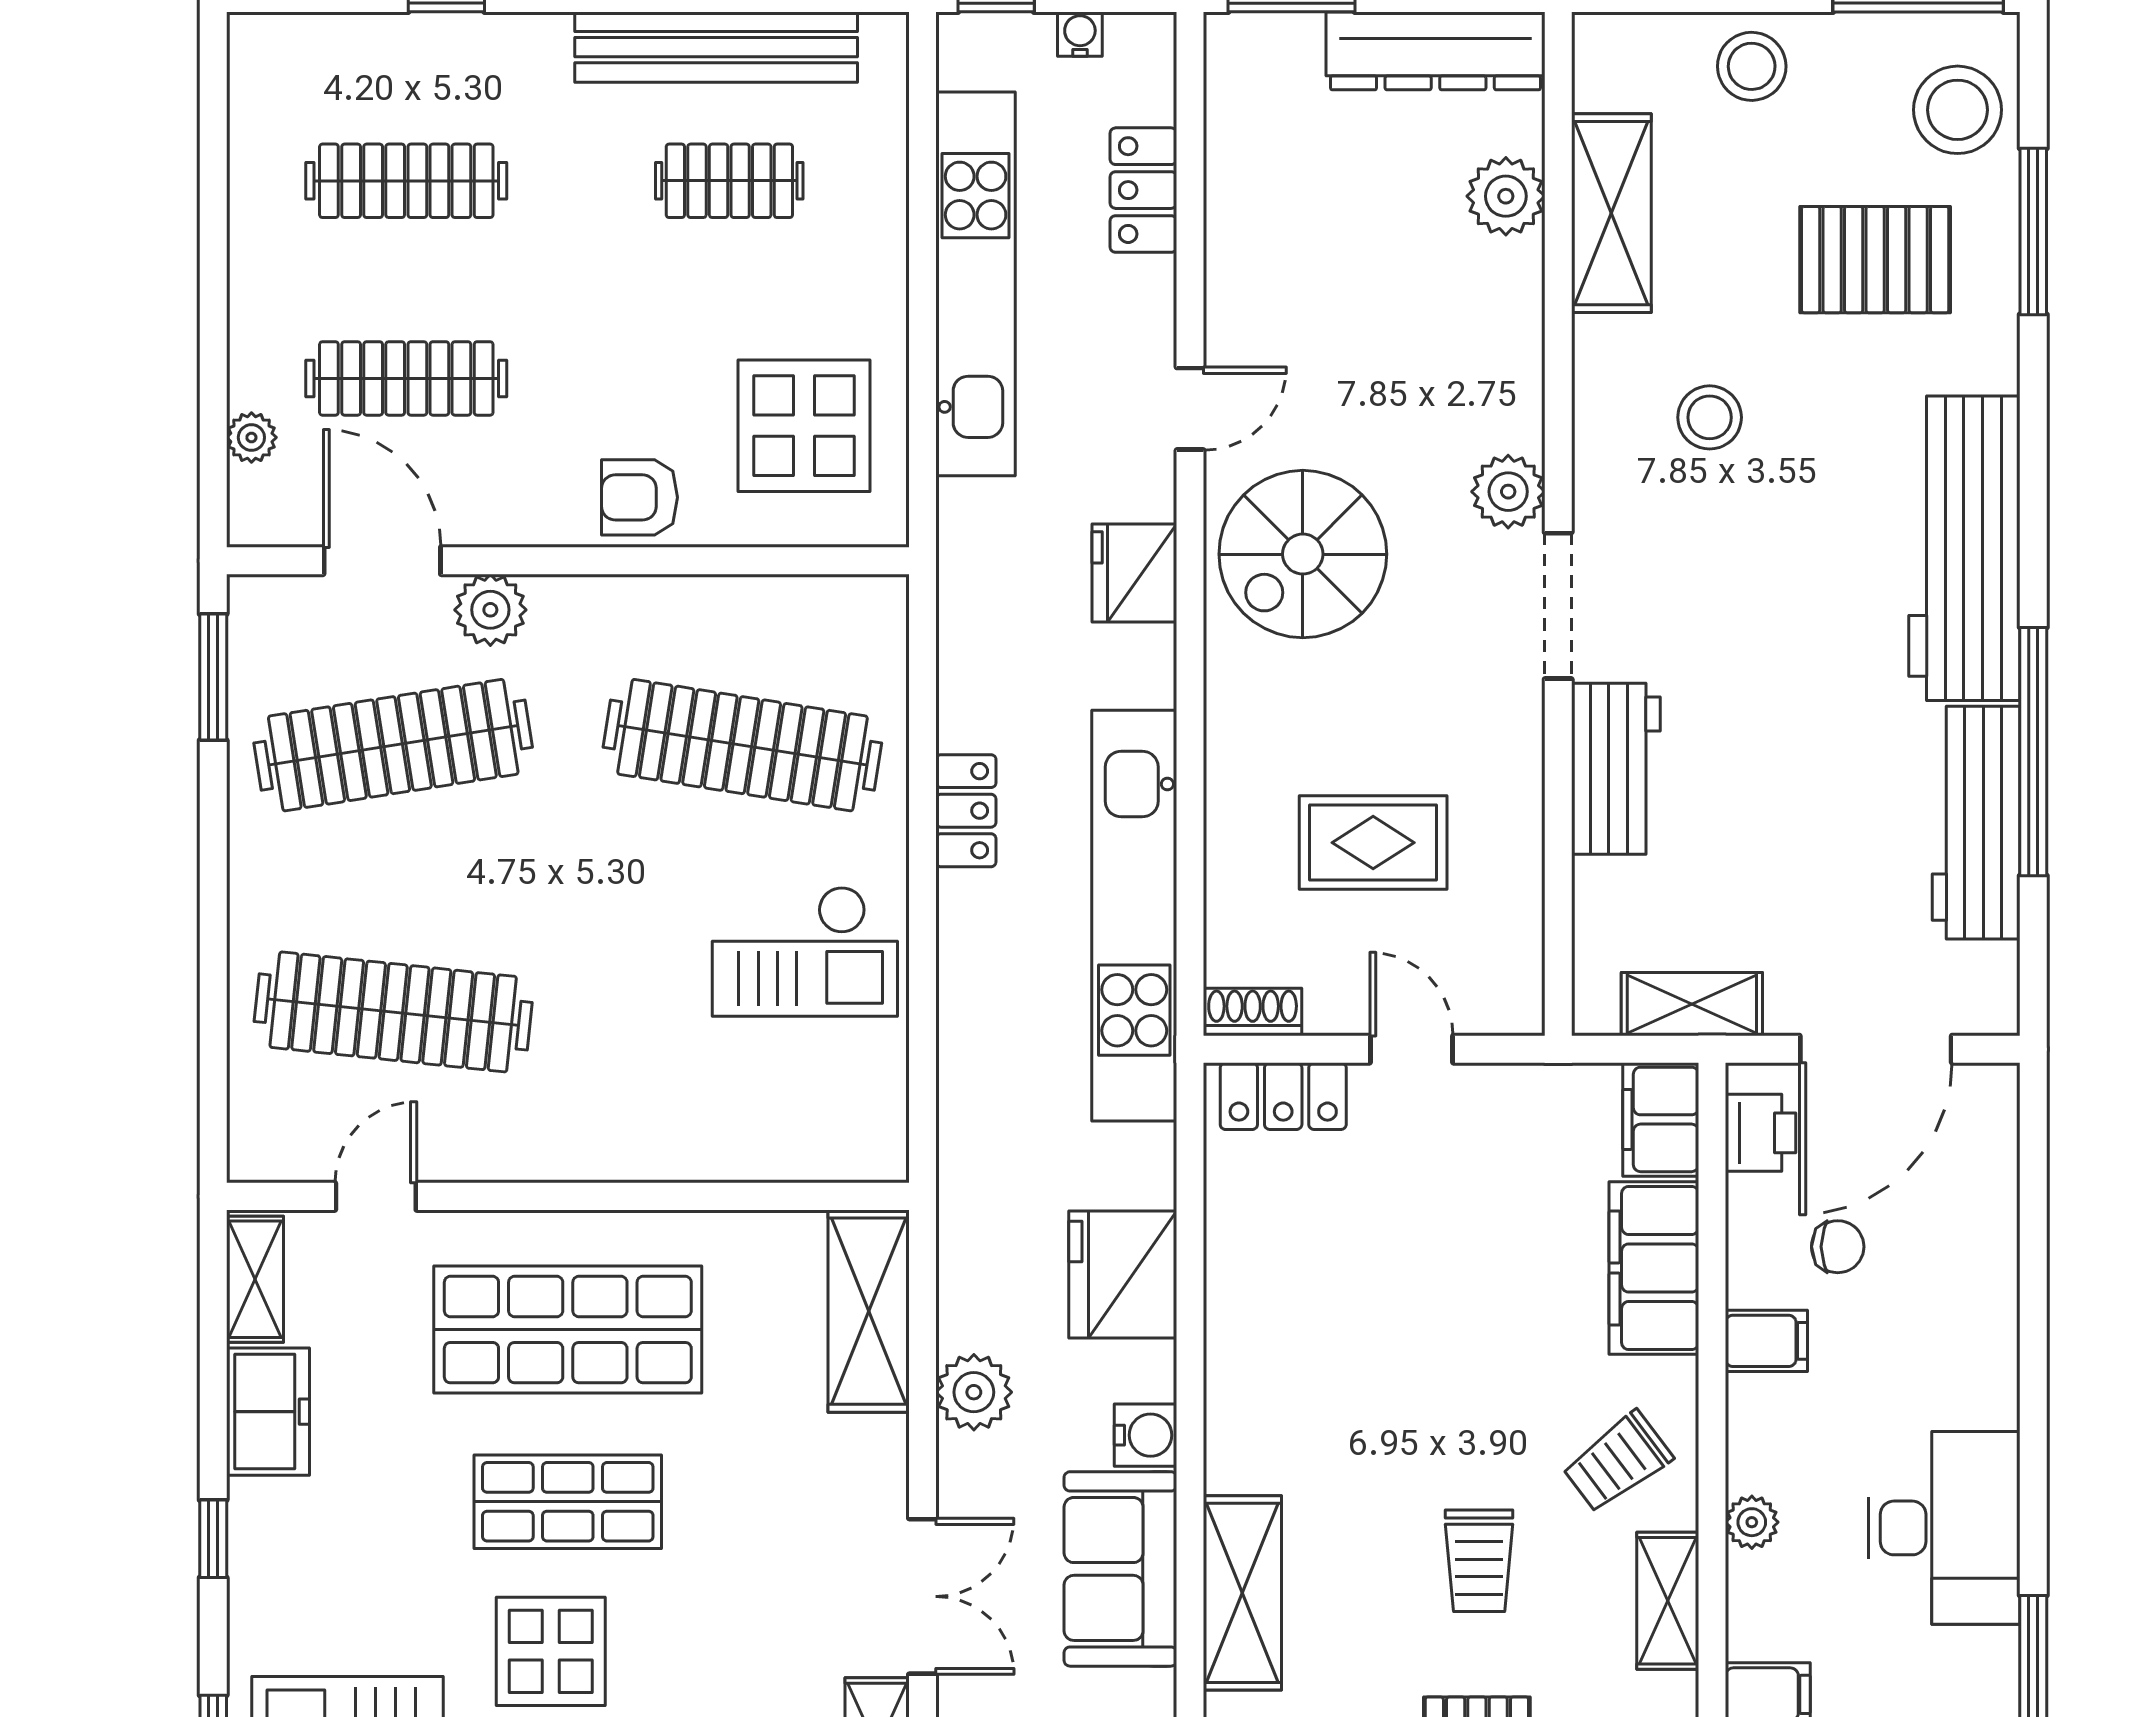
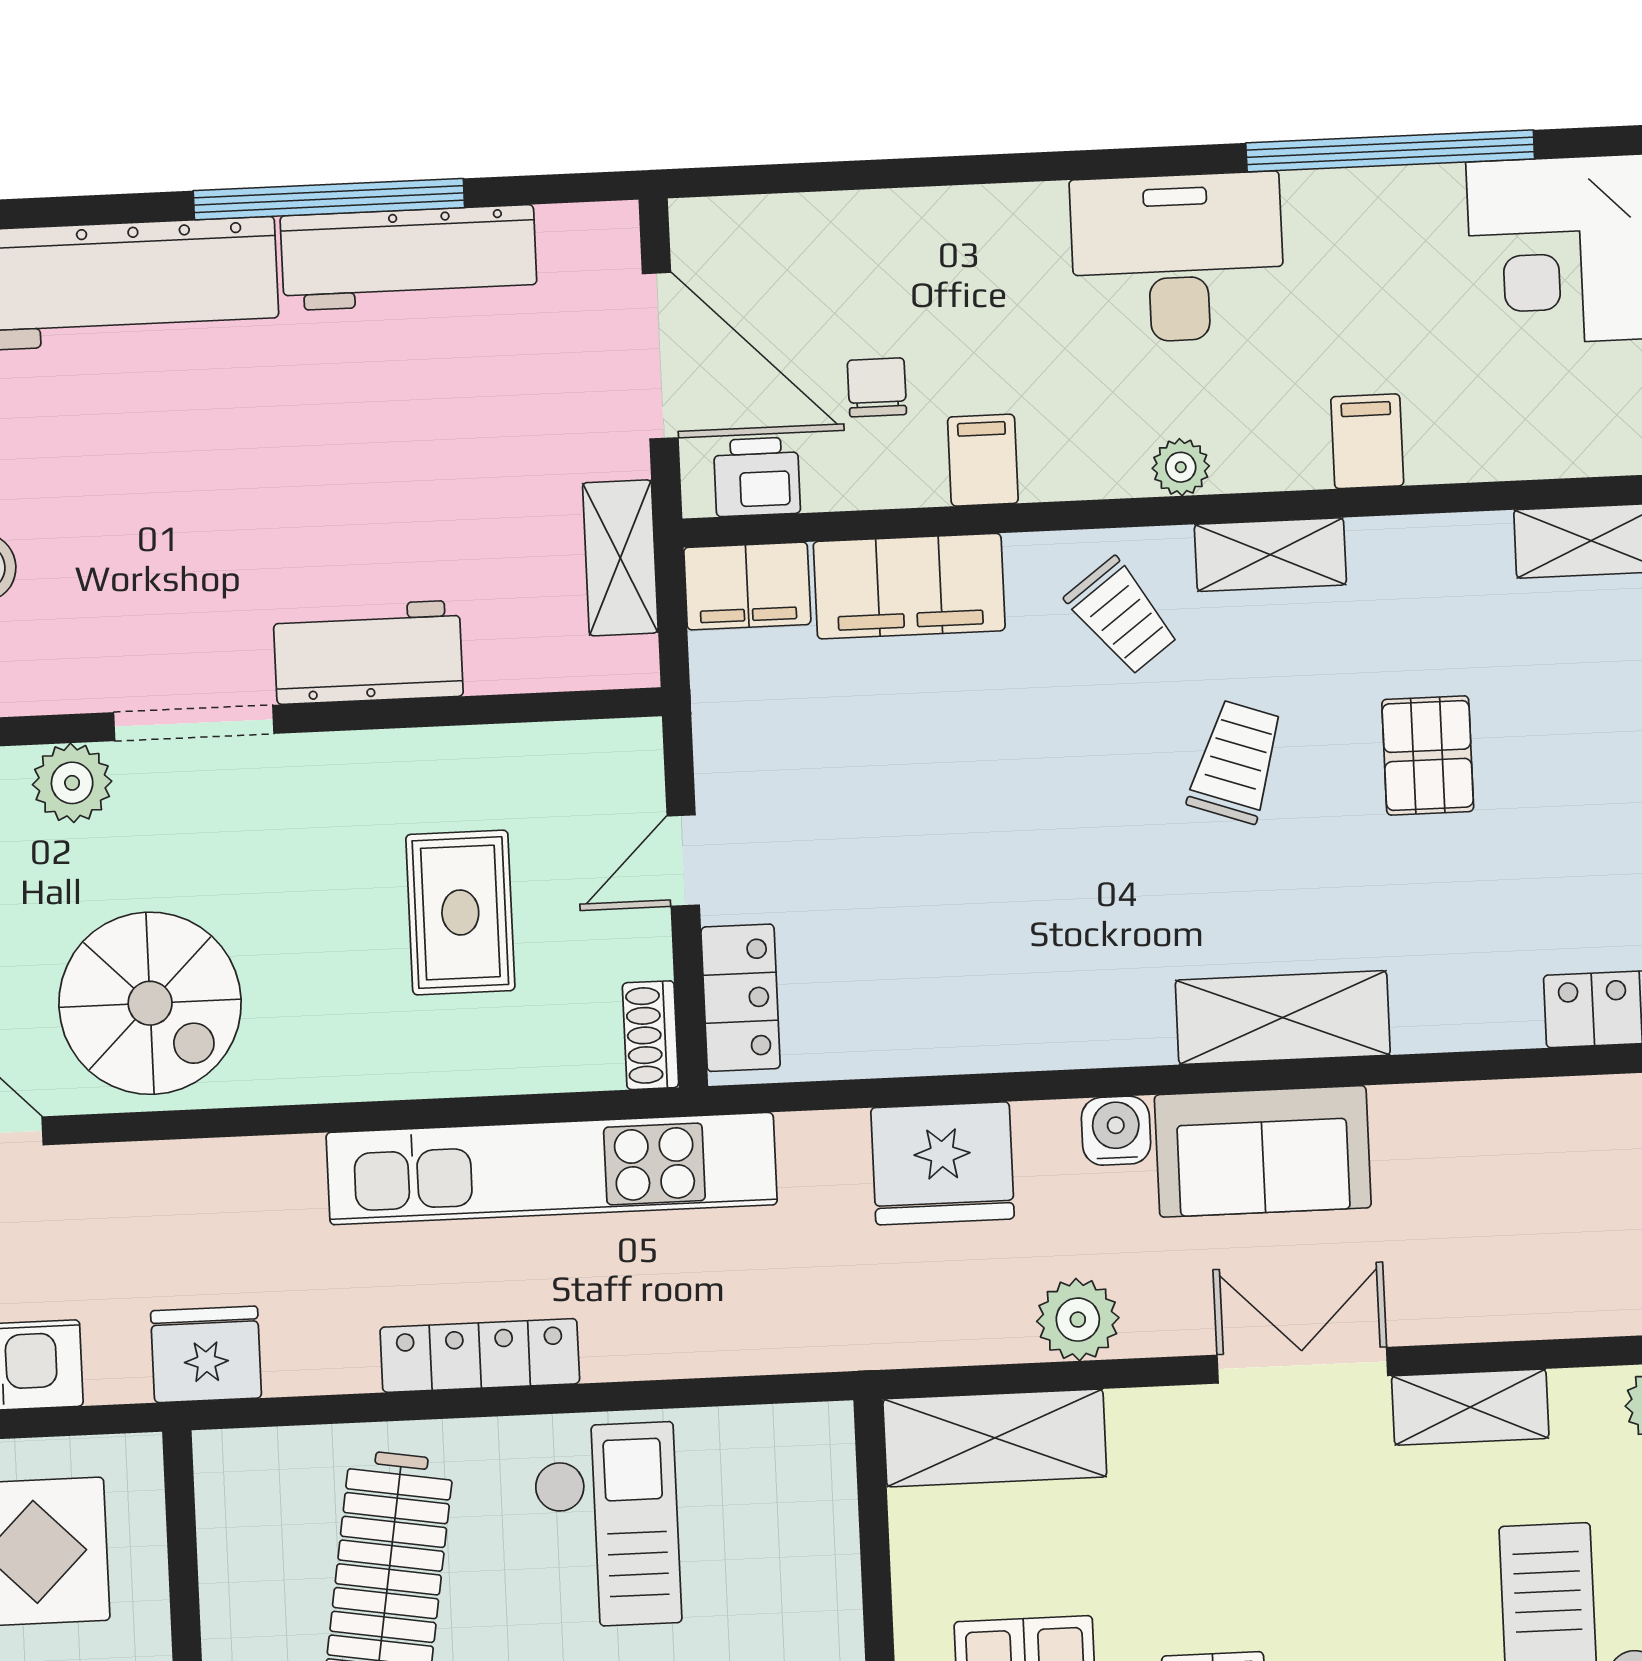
fridge: (1134, 573) -> (206, 1354), moved, turned 180
locker: (966, 811) -> (480, 1355), width x1.53
trolley: (1479, 1561) -> (1236, 762), turned -71

